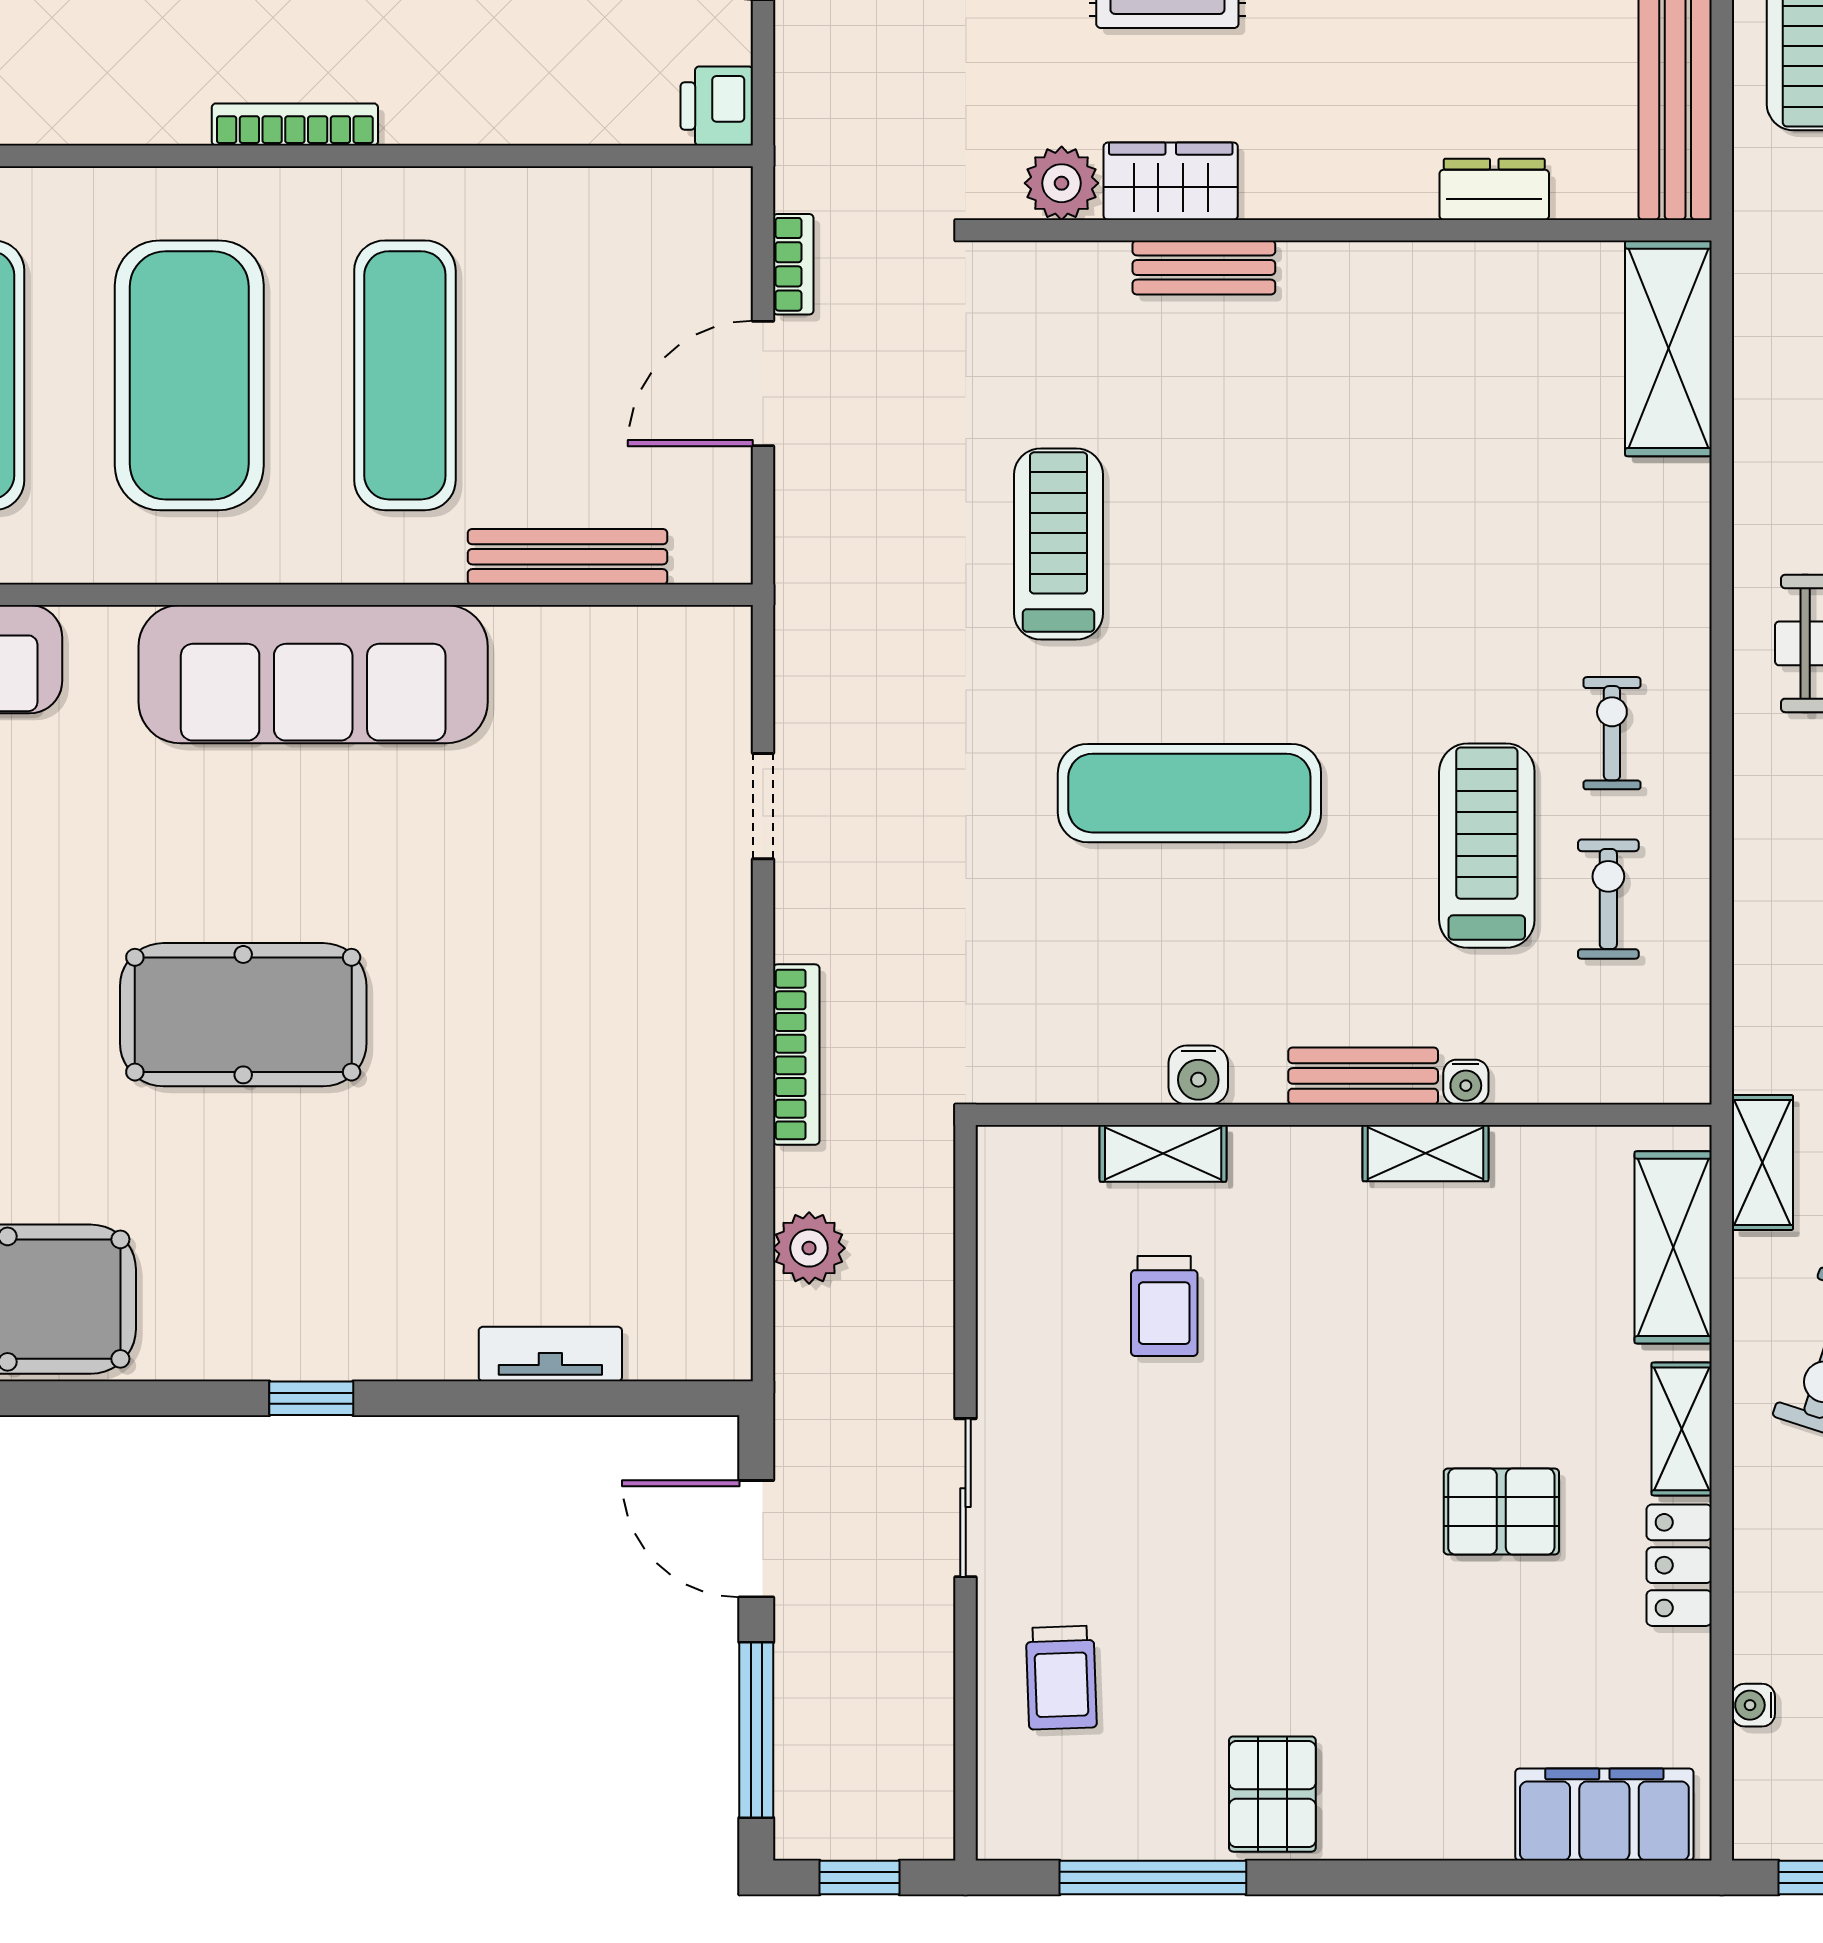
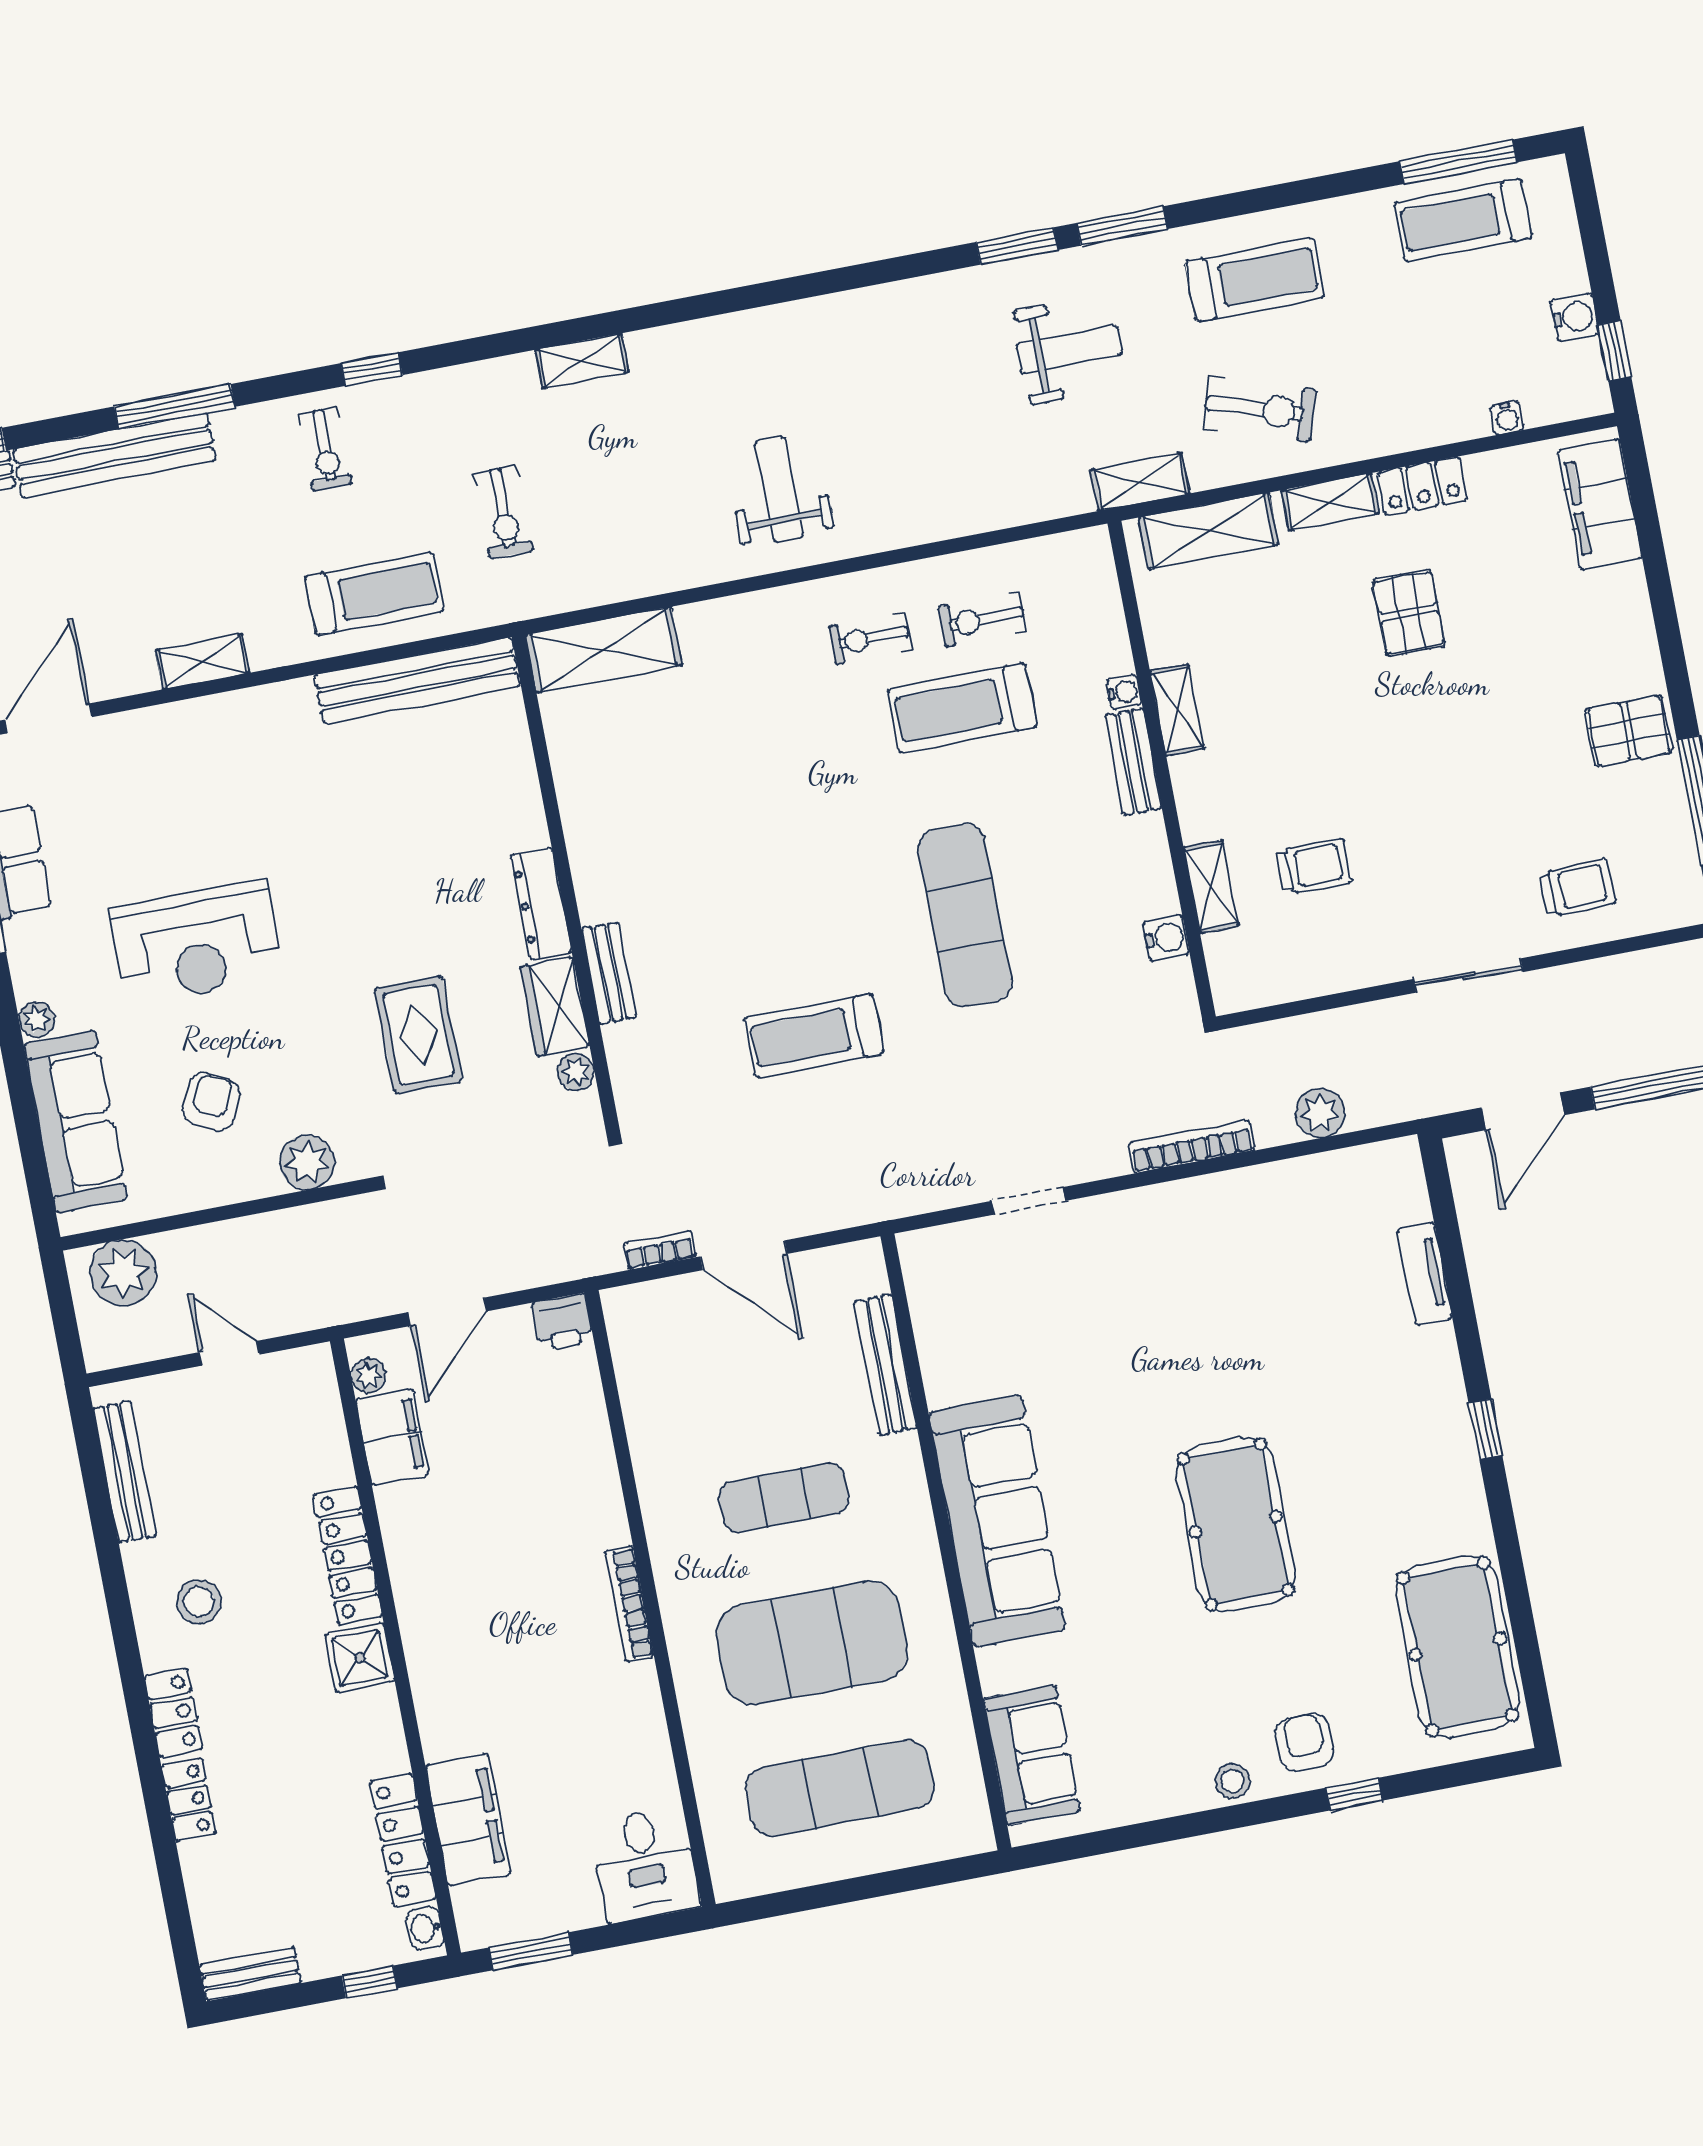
plant: (1062, 183) -> (576, 1072), width x0.73, depth x0.73
dresser: (1494, 189) -> (541, 904), moved, width x1.44
exercise mat: (405, 375) -> (784, 1497), width x0.73, depth x0.69
water cooler: (1198, 1075) -> (1166, 938), moved

